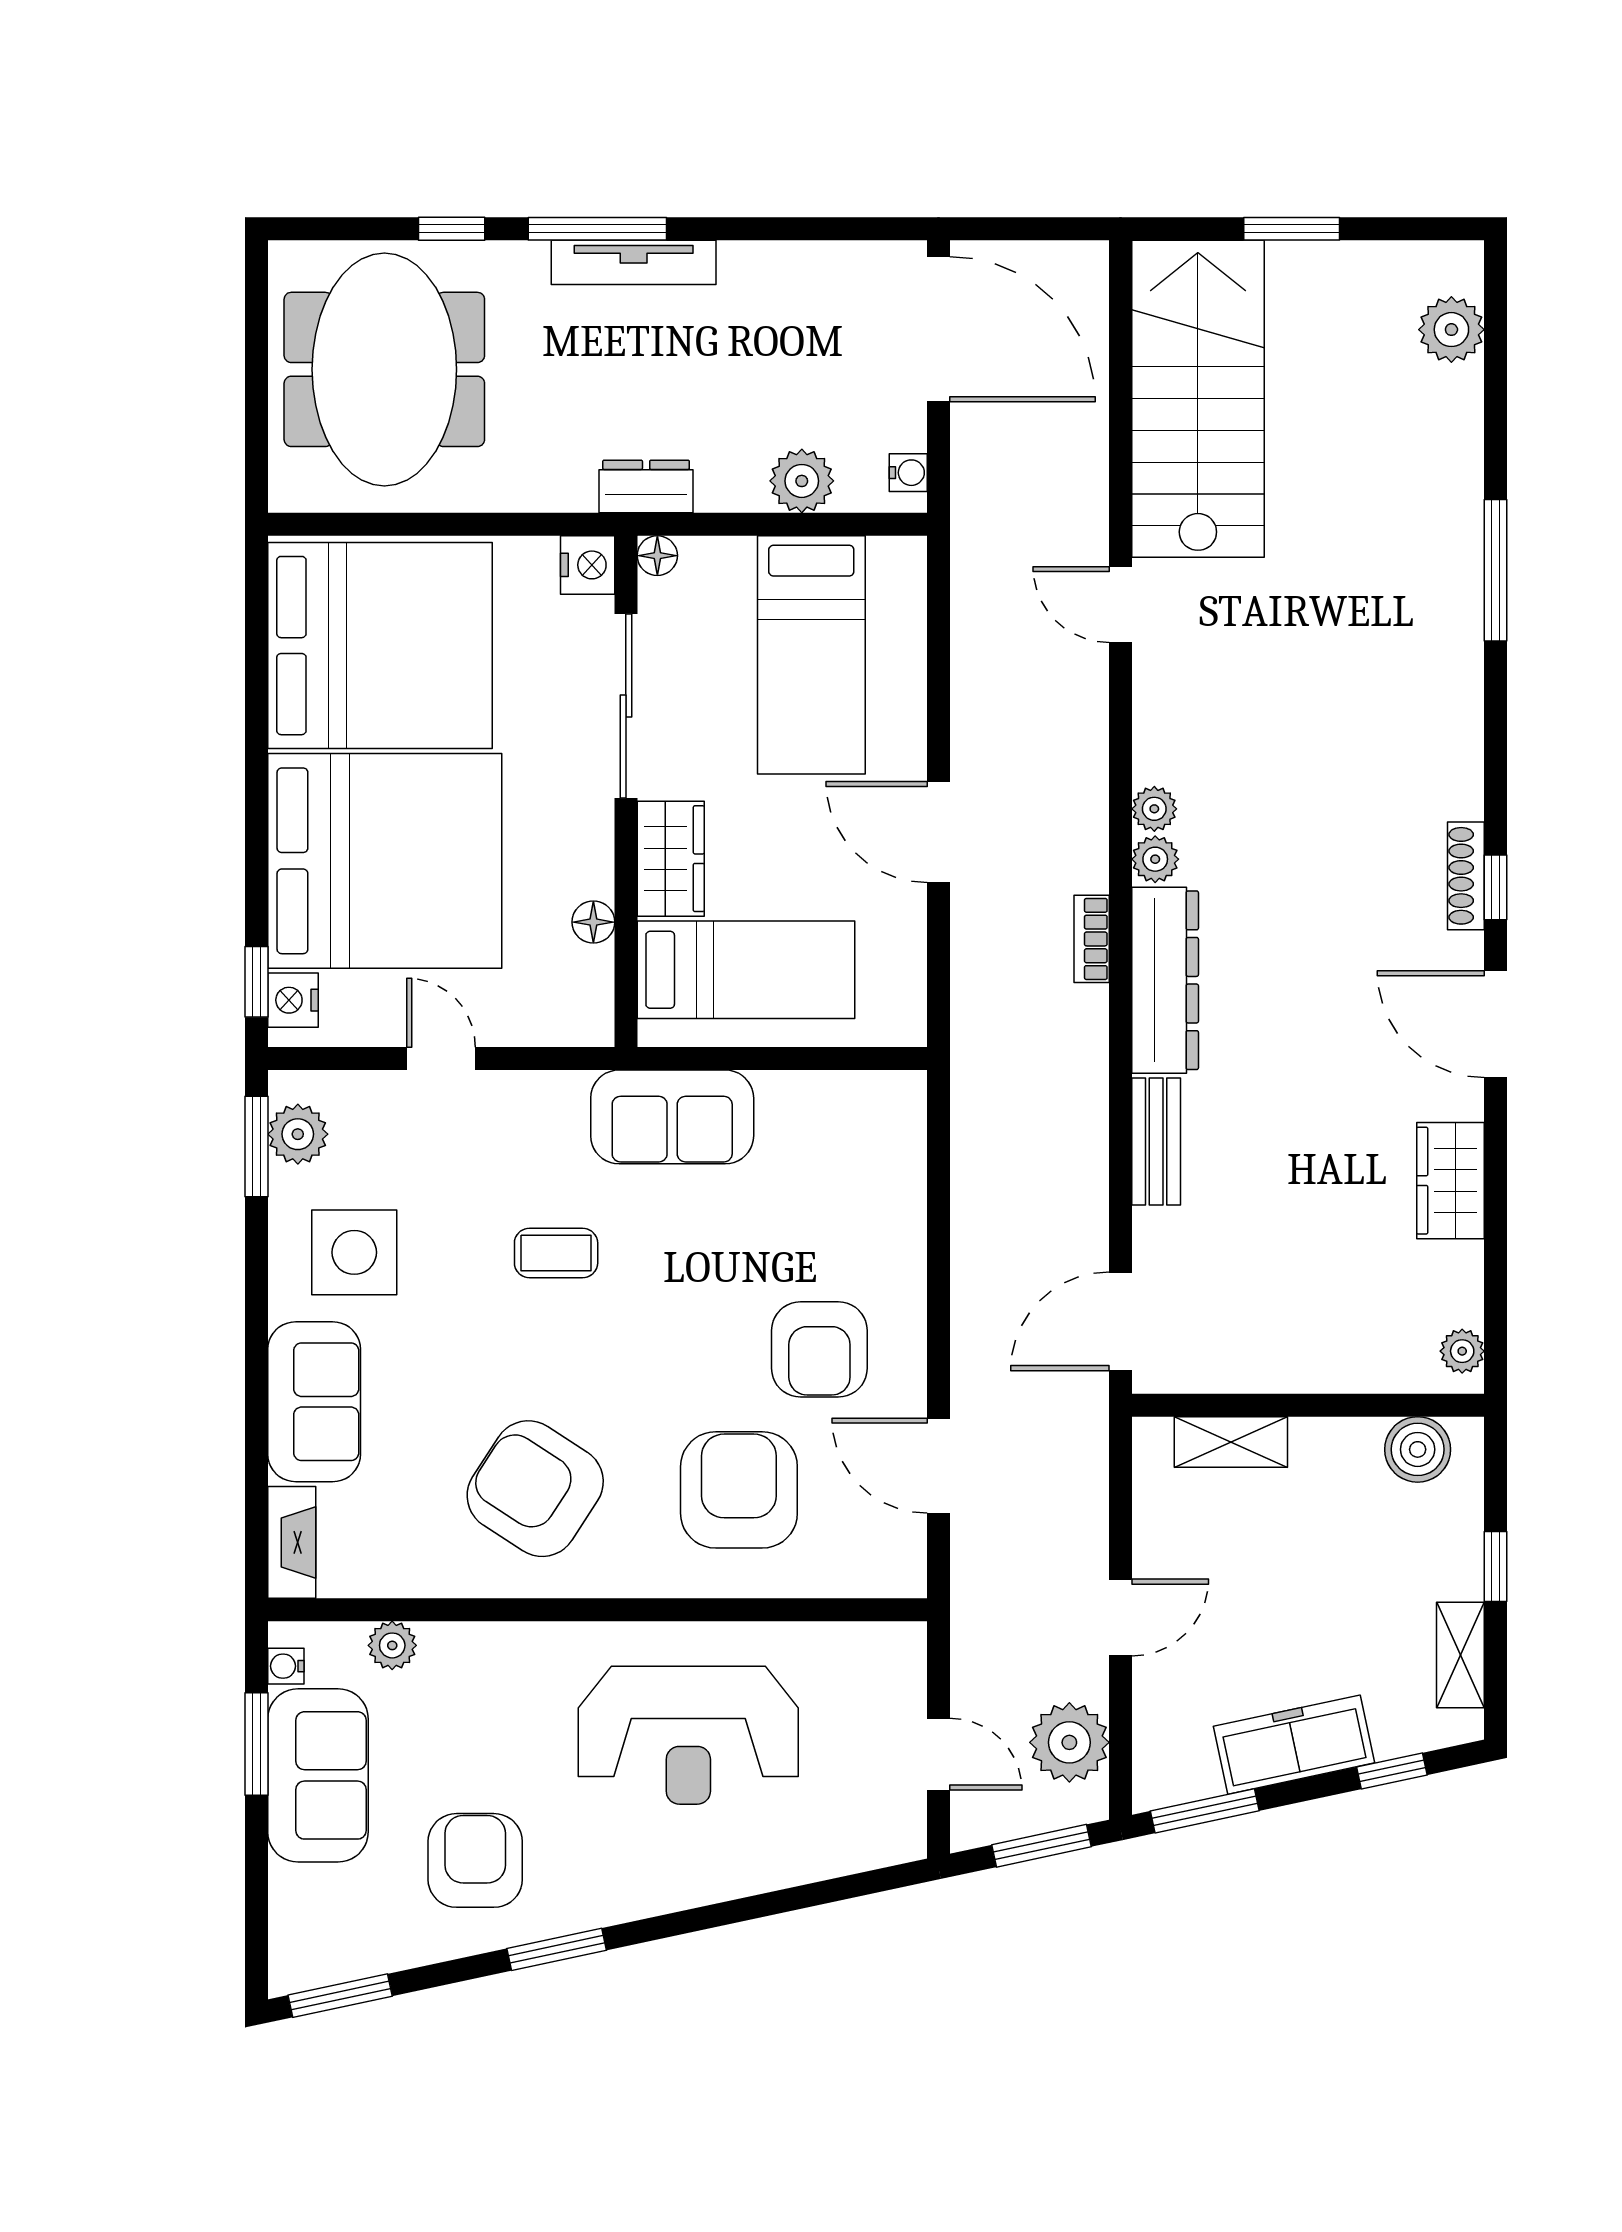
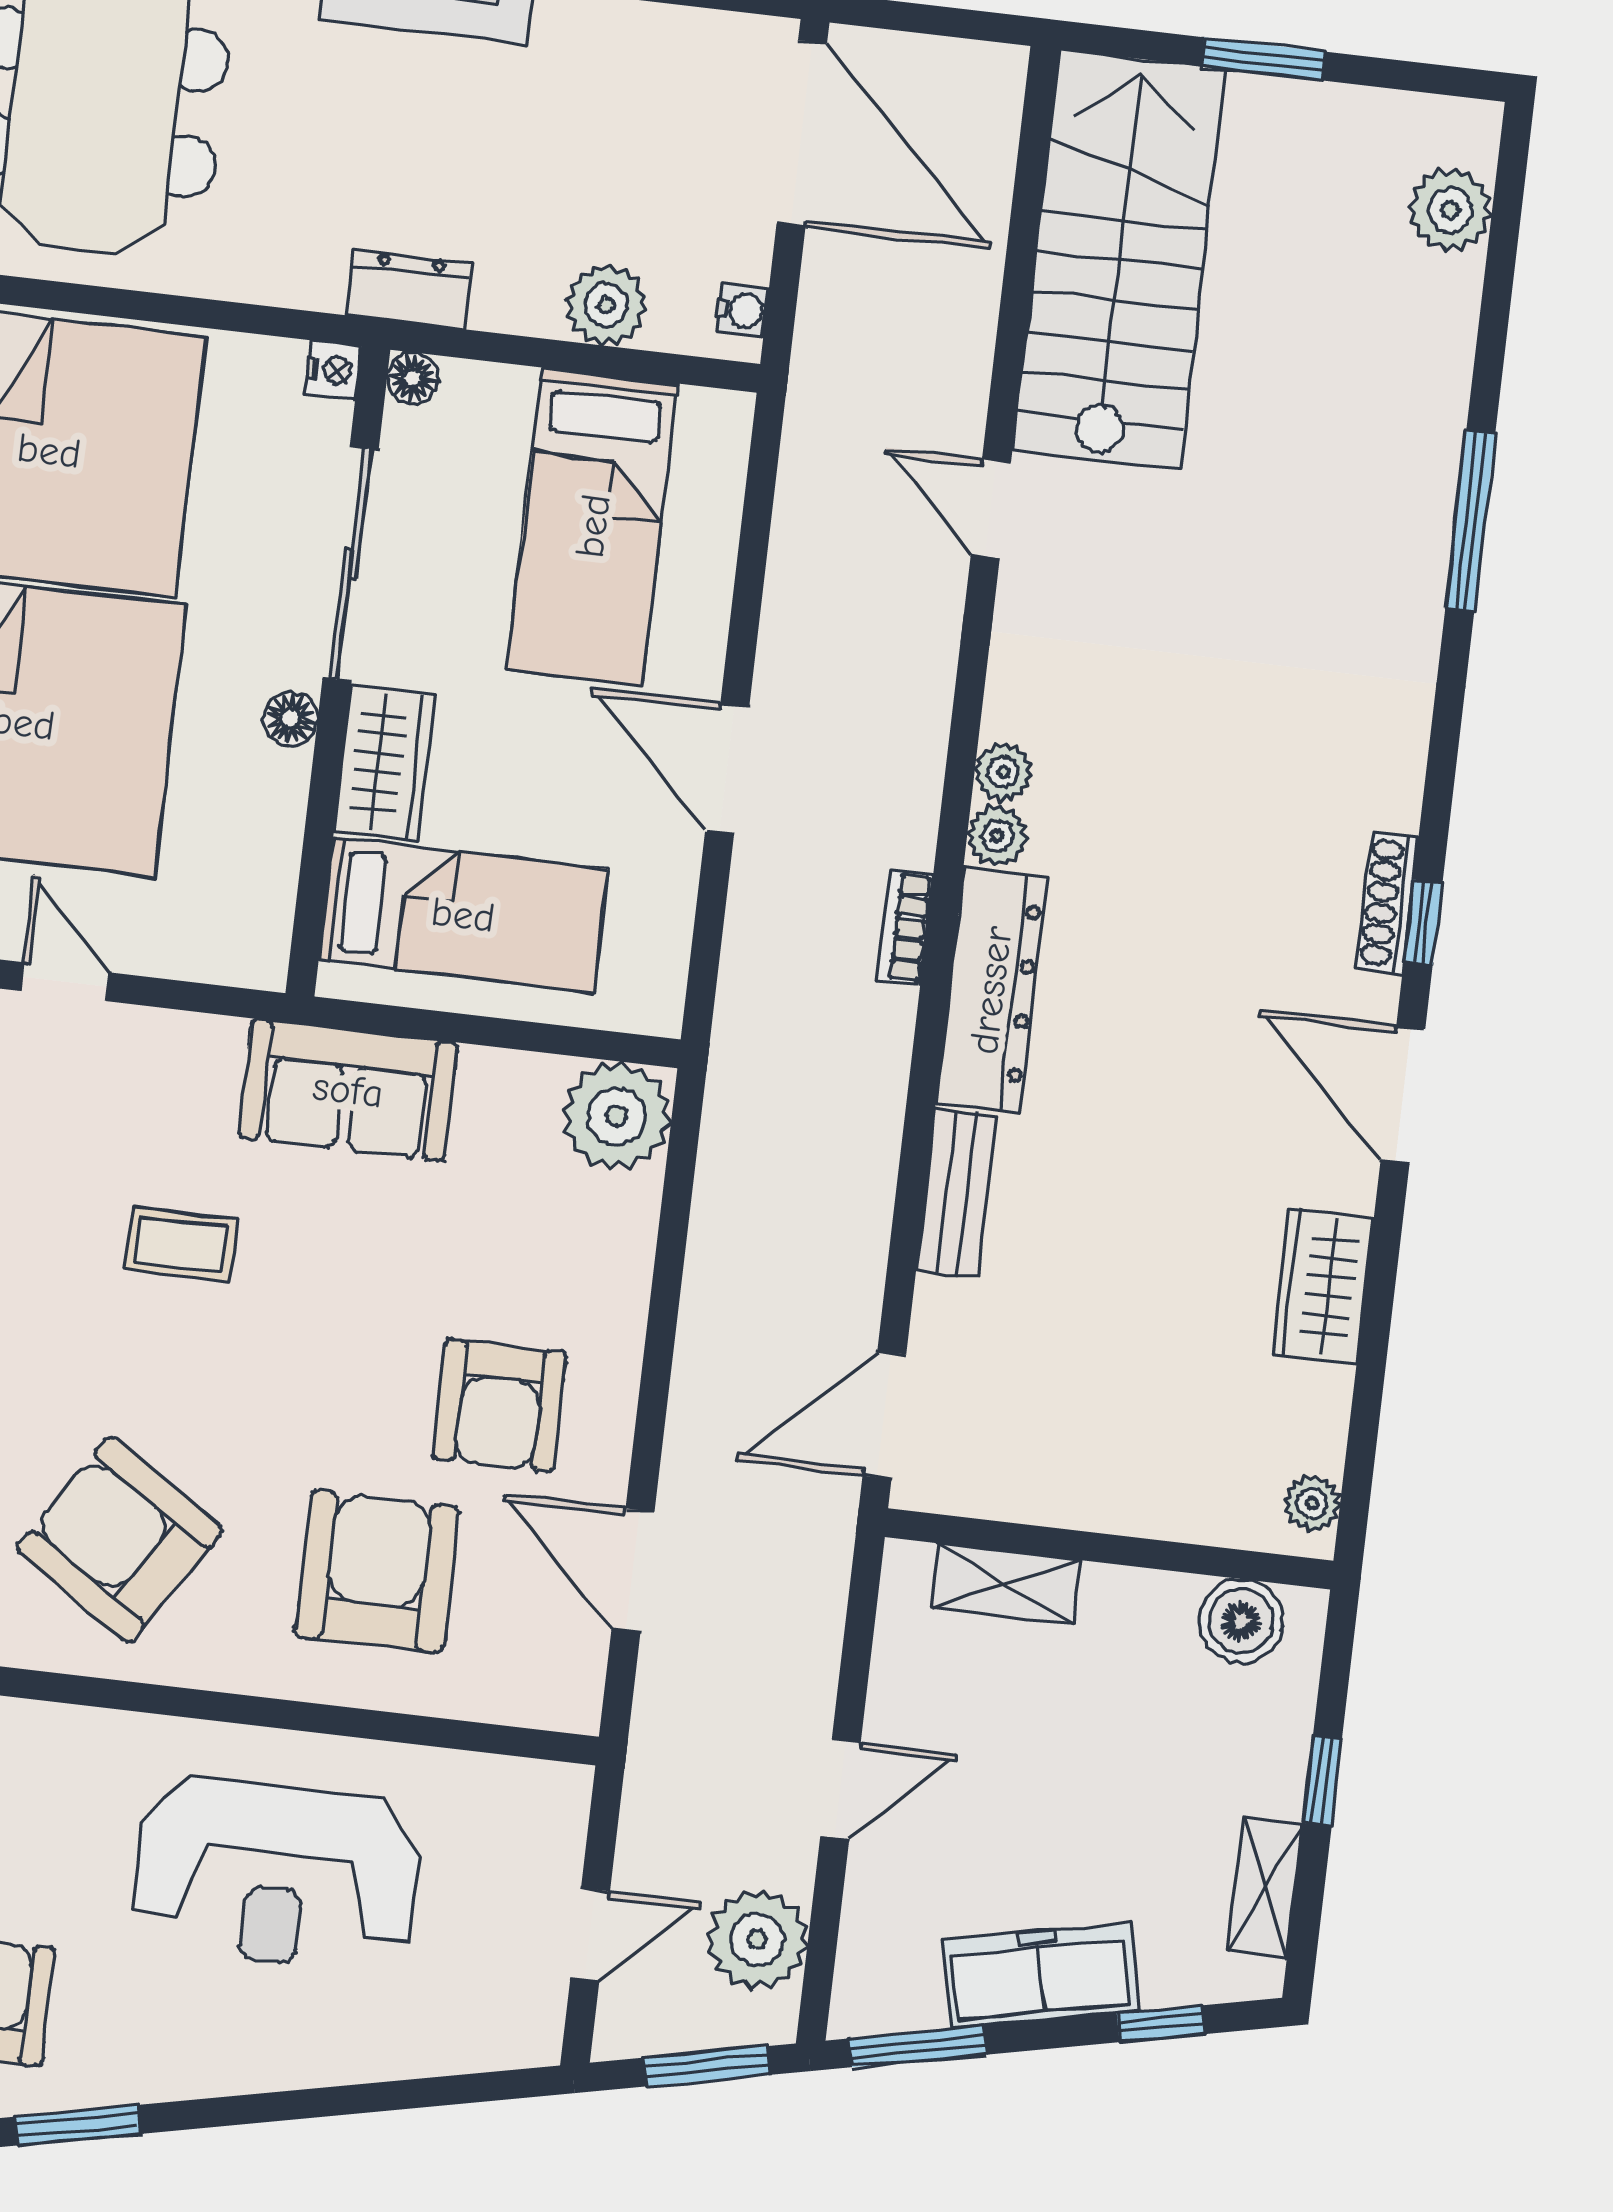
nightstand: (588, 565) -> (333, 370), width x0.72, depth x0.74
floor lamp: (593, 922) -> (291, 719), moved
plant: (884, 1113) -> (617, 1116), added
door: (939, 1754) -> (590, 1935), hinge flipped

